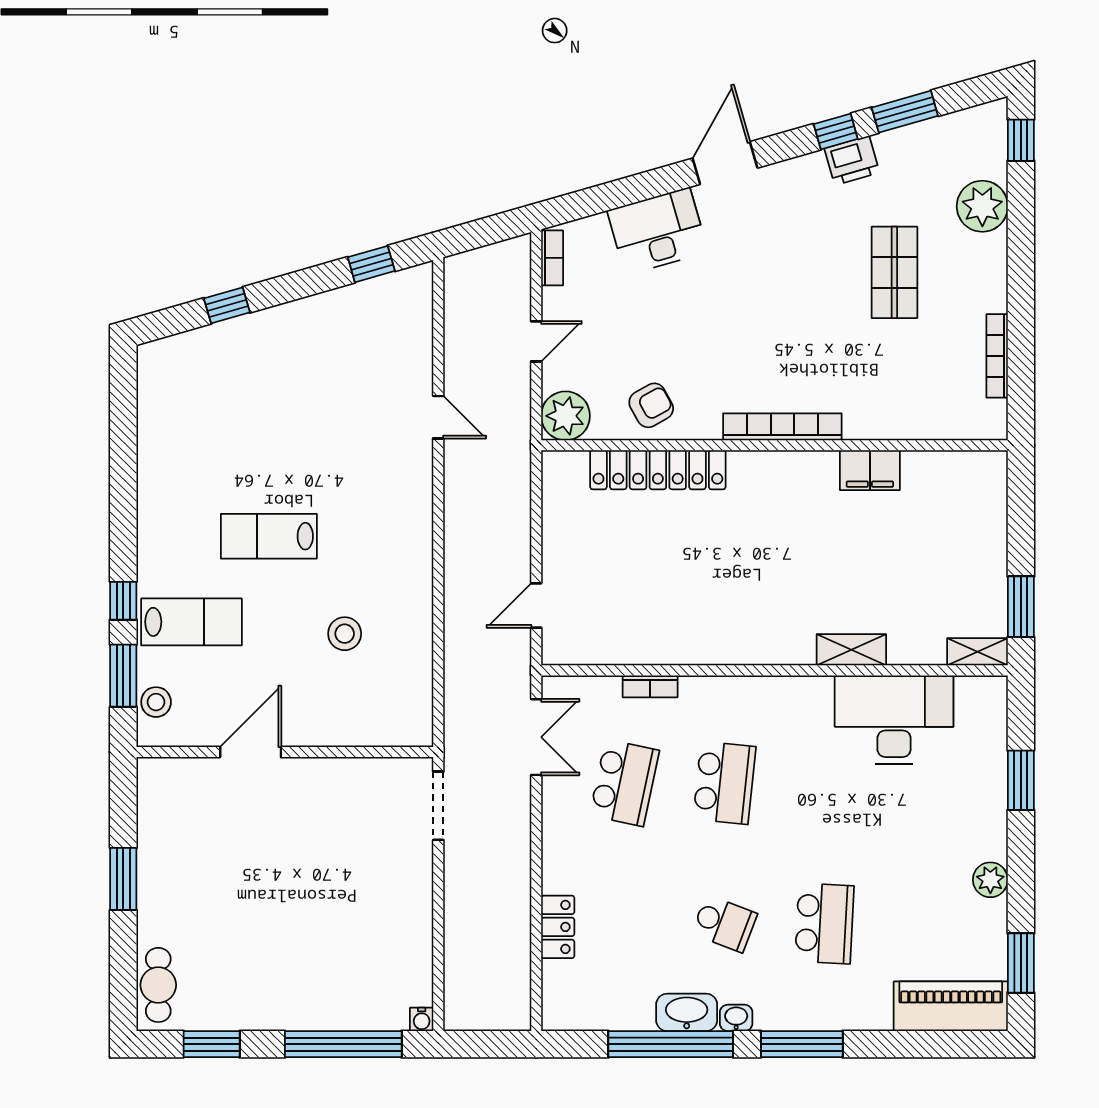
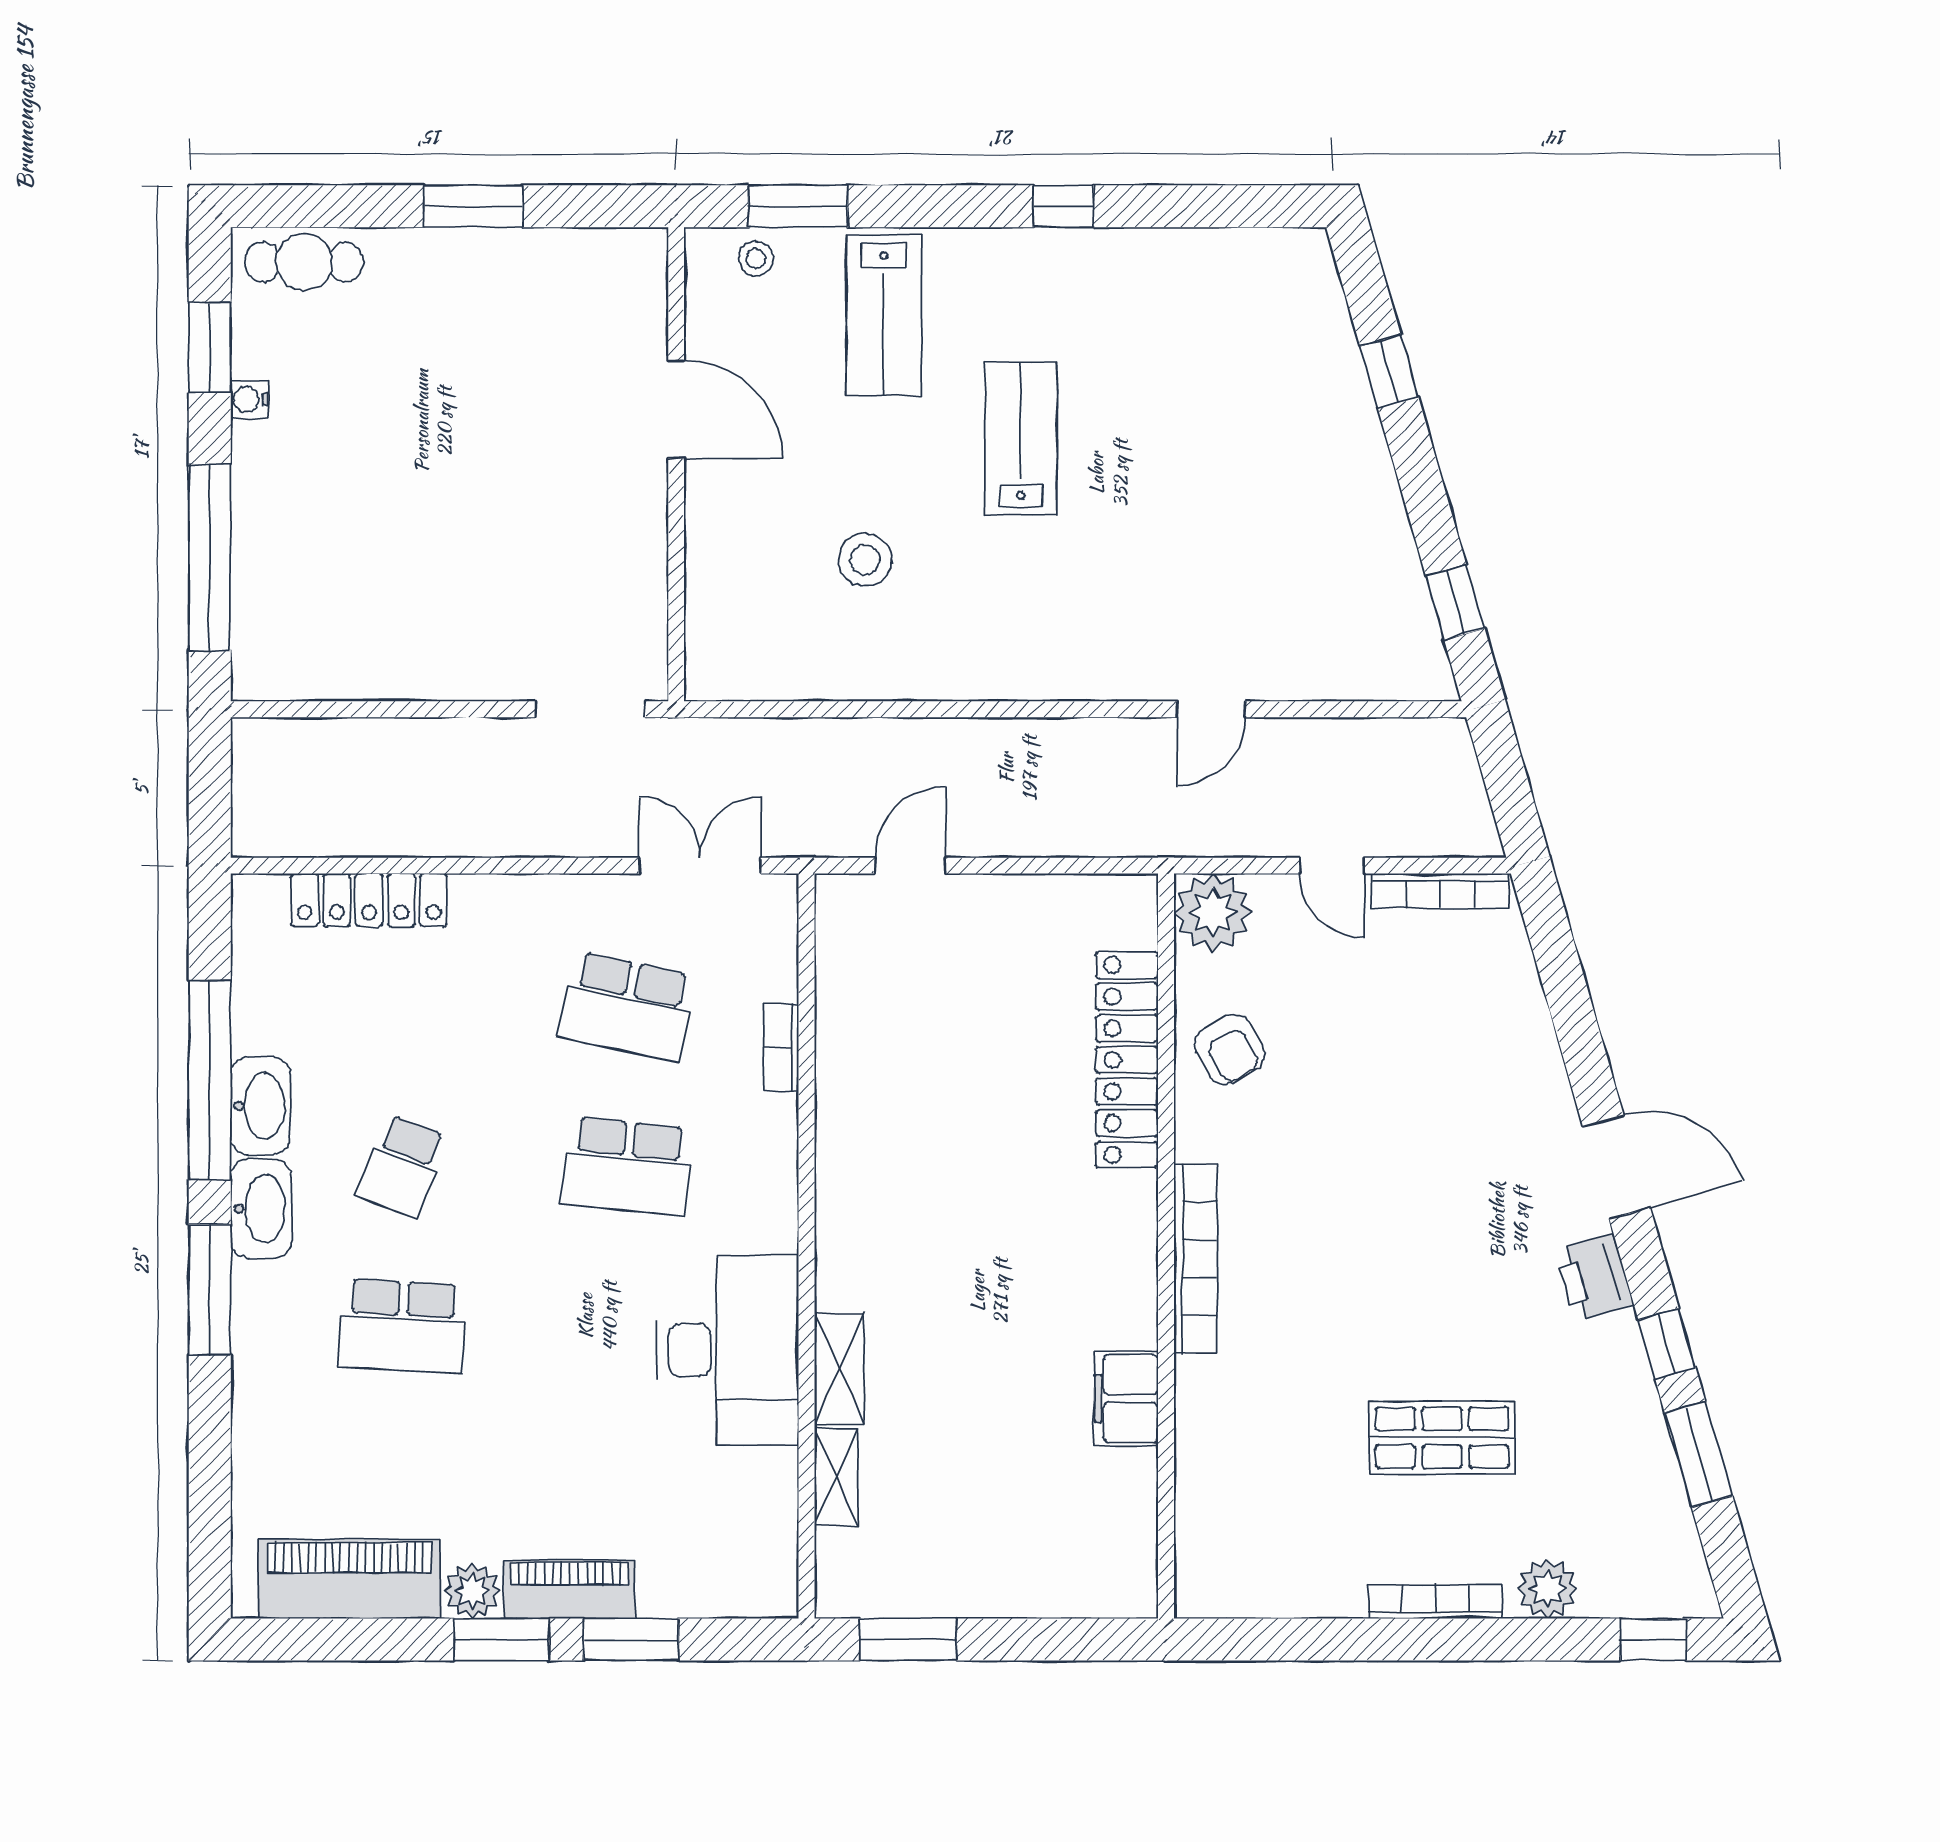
printer: (852, 161) -> (1594, 1278), moved
plant: (982, 206) -> (1548, 1589), width x0.73, depth x0.73
desk: (657, 231) -> (1508, 1059), removed
bookcase: (552, 258) -> (1440, 891), width x1.56
bookcase: (997, 356) -> (1436, 1602), moved
window: (123, 601) -> (1063, 206), moved
door: (536, 605) -> (910, 866), hinge flipped
shelving: (977, 652) -> (836, 1477), moved
stool: (156, 702) -> (756, 259), width x0.73, depth x0.73
desk: (894, 720) -> (728, 1350), moved
double door: (536, 737) -> (700, 866), swing flipped
piano: (990, 819) -> (570, 1589), added
locker: (558, 927) -> (369, 900), width x1.53
window: (1021, 963) -> (501, 1640), moved
piano: (951, 1006) -> (349, 1579), moved, turned -90
washbasin: (736, 1018) -> (261, 1209), width x1.91, depth x1.45
water cooler: (422, 1019) -> (249, 399), moved

